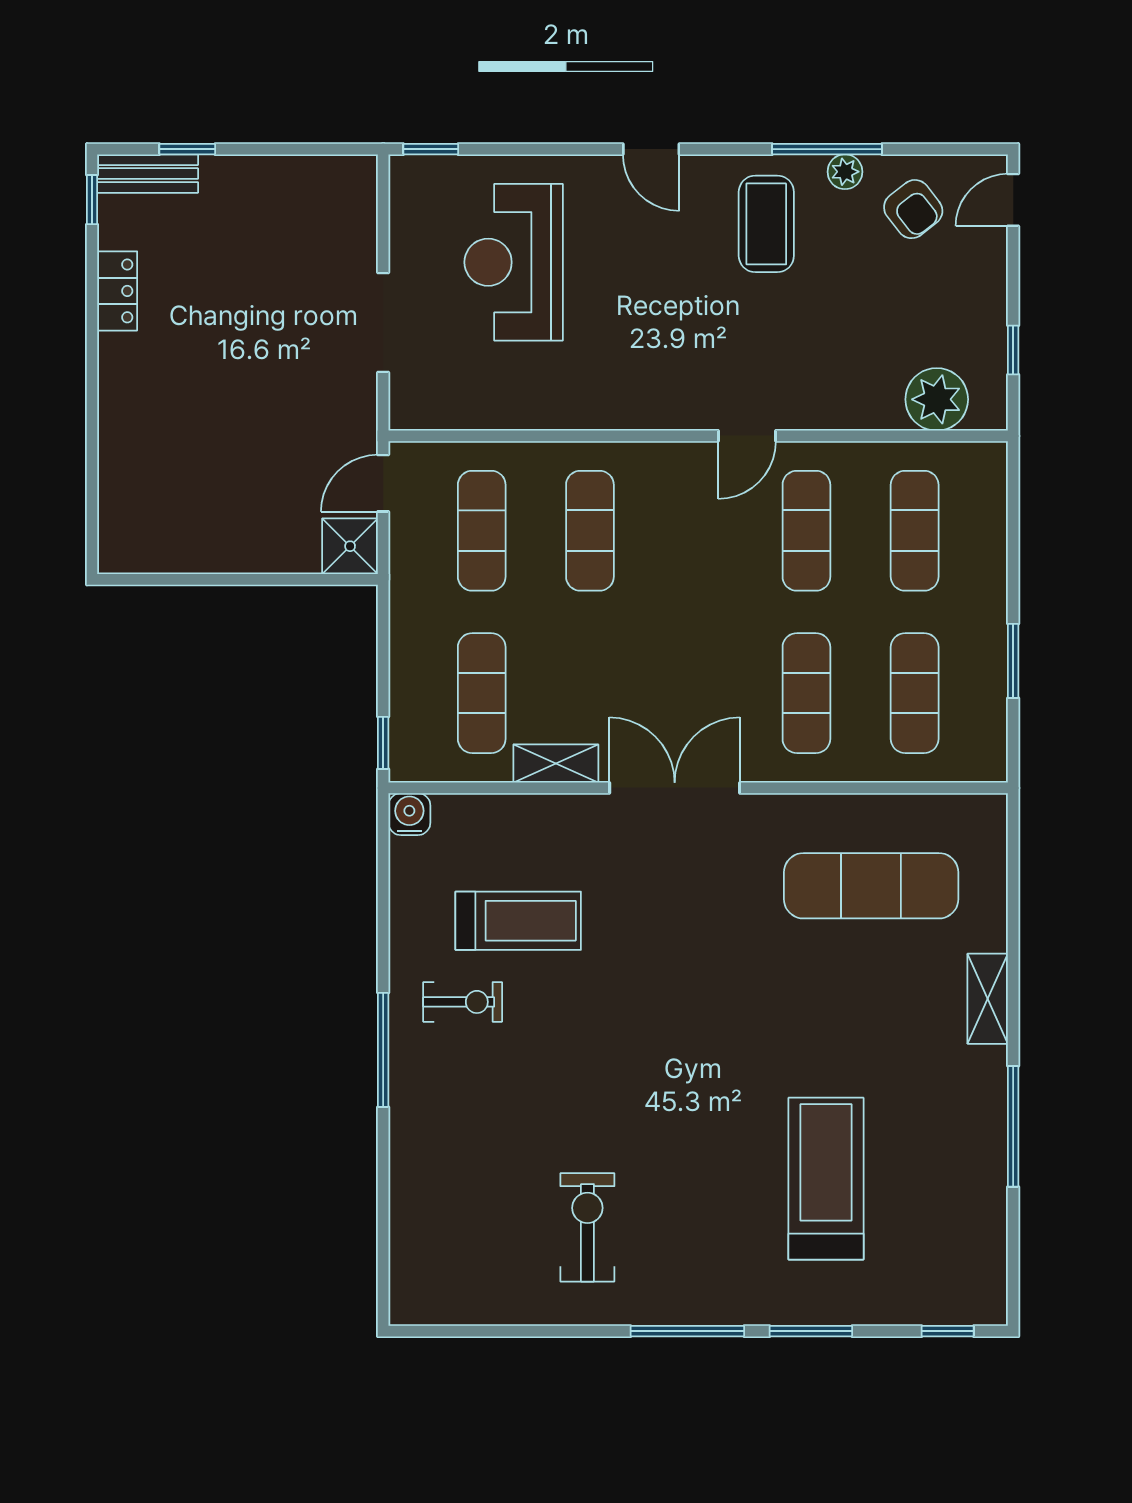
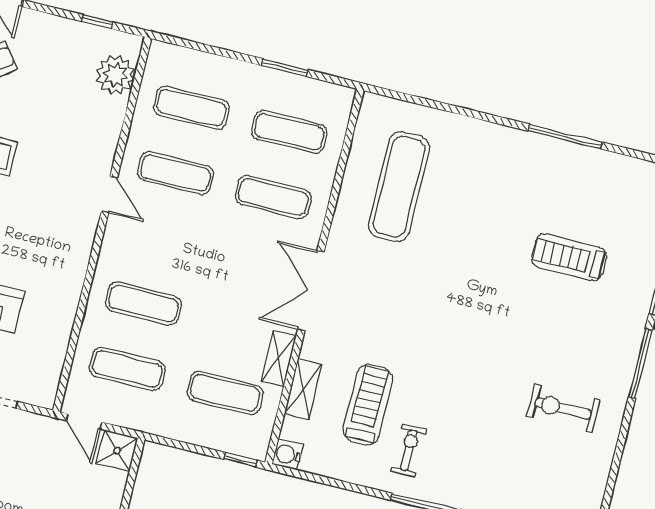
shelving: (988, 999) -> (303, 389), moved, turned 90
treadmill: (826, 1179) -> (569, 257), width x0.73, depth x0.73

